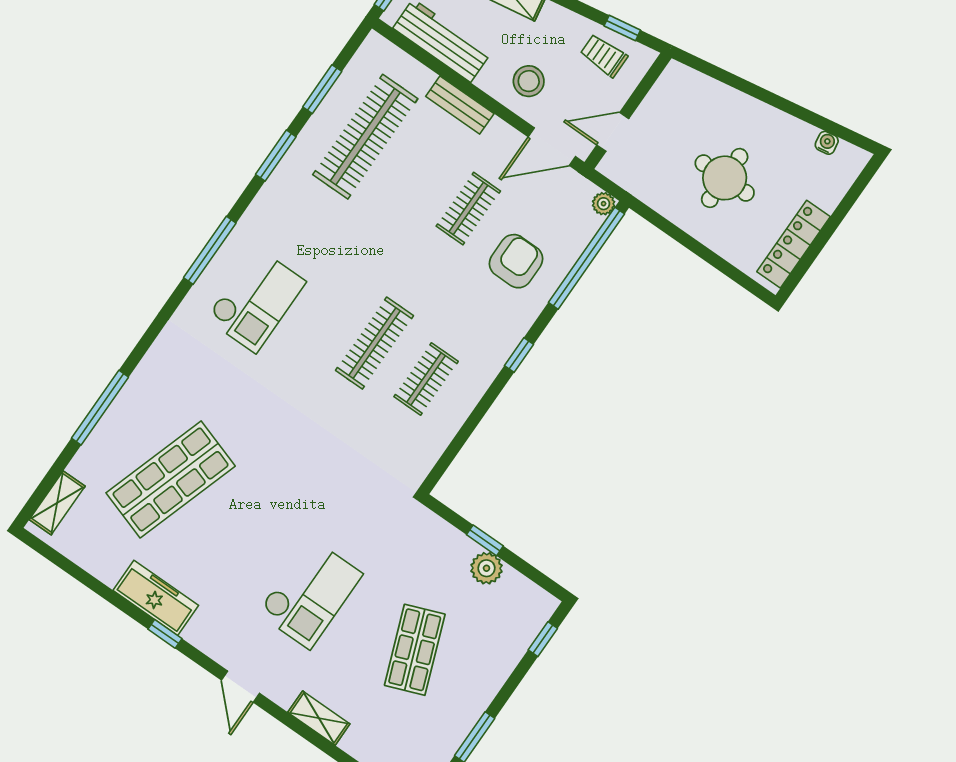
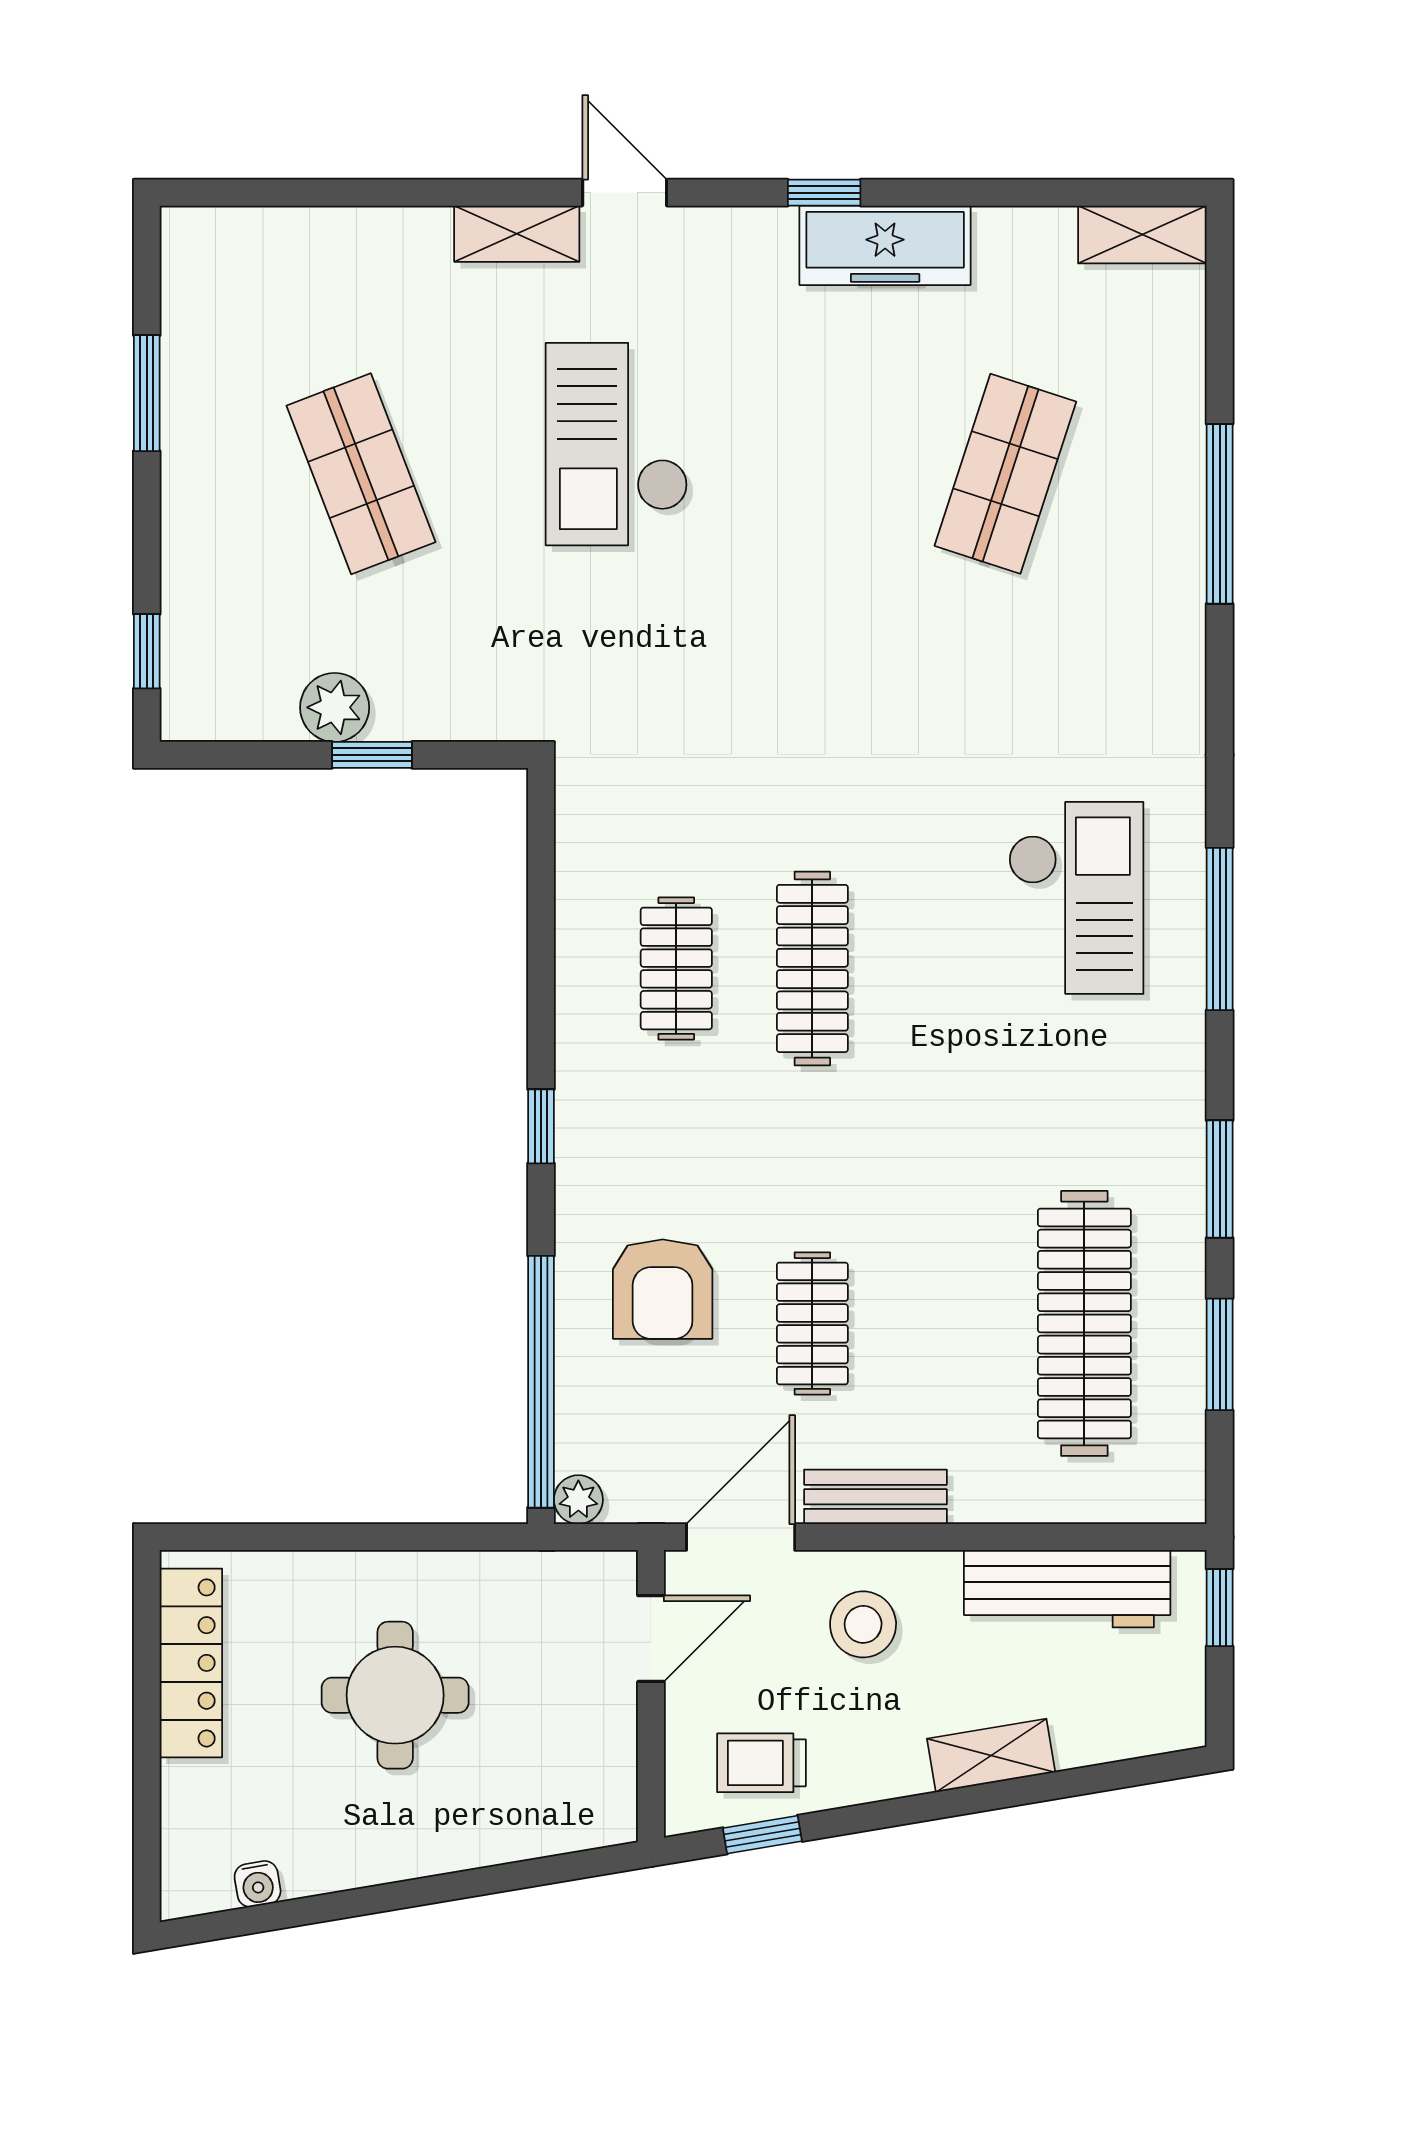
trolley: (604, 56) -> (761, 1763), turned 180
bench: (460, 105) -> (875, 1497), moved
checkout: (256, 300) -> (1076, 898), turned 180
shop shelf: (171, 479) -> (1005, 474), width x0.70, depth x0.74
shelving: (57, 503) -> (1142, 235), moved, turned 90
shelving: (319, 718) -> (517, 234), moved

